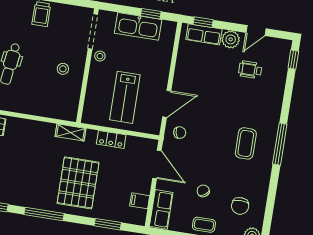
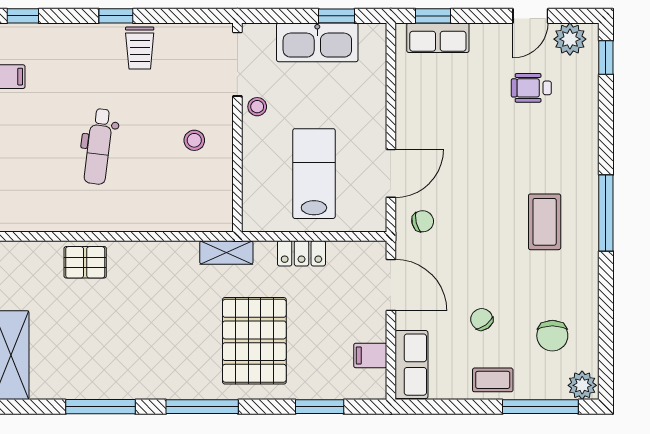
plant: (231, 39) -> (570, 39), moved
lab bench: (125, 97) -> (314, 174), turned 180

